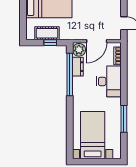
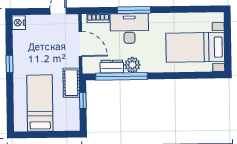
cot: (47, 33) -> (71, 83), moved
plant: (79, 50) -> (132, 65), moved
window: (124, 119) -> (134, 10), moved

